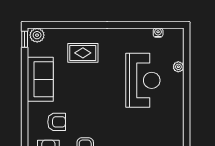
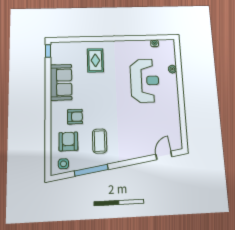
plant: (37, 35) -> (58, 48), removed
rug: (83, 53) -> (95, 60), turned 90

